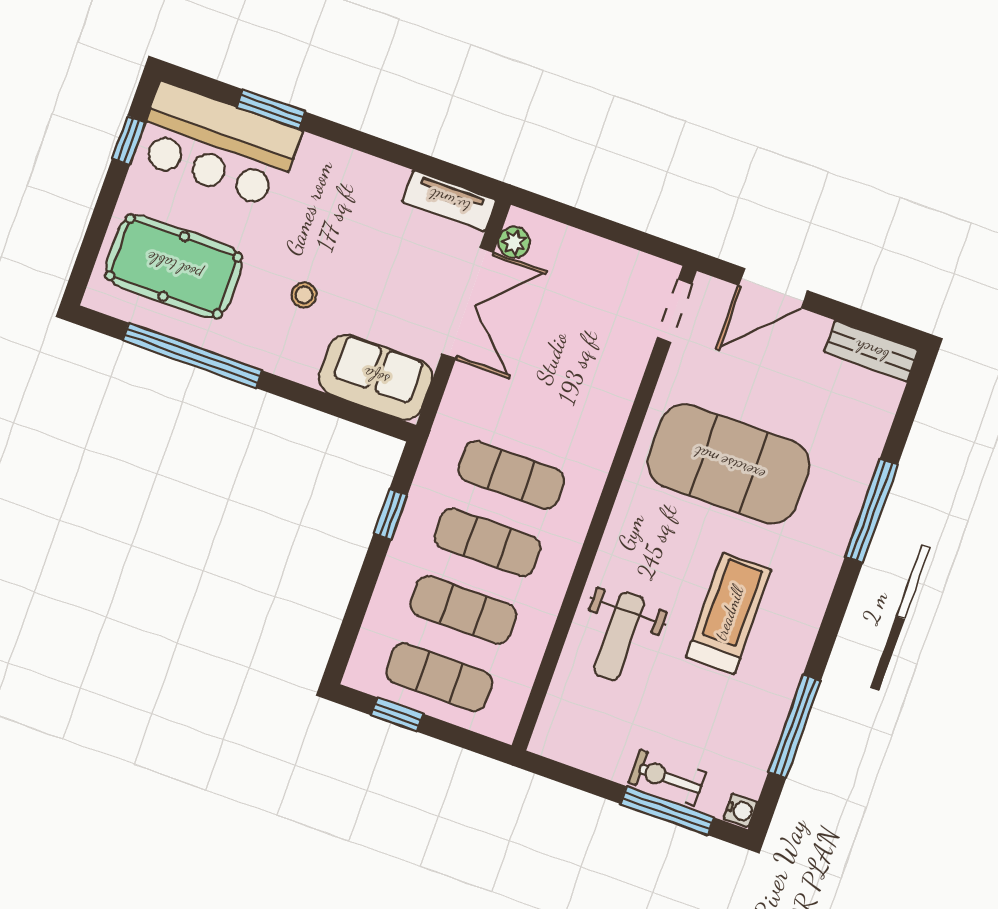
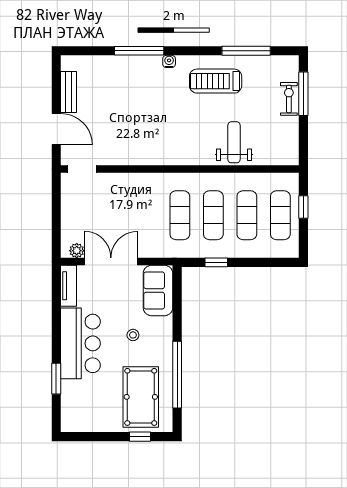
window: (129, 140) -> (140, 437), moved
bar counter: (218, 145) -> (80, 343), moved
bench: (871, 351) -> (69, 92), moved
exercise mat: (729, 464) -> (141, 121), removed
treadmill: (729, 613) -> (216, 81), moved
weight bench: (619, 636) -> (234, 142), turned -90
window: (397, 715) -> (303, 207), moved
exercise bike: (667, 778) -> (289, 99), turned 180
water cooler: (741, 810) -> (169, 61), moved

